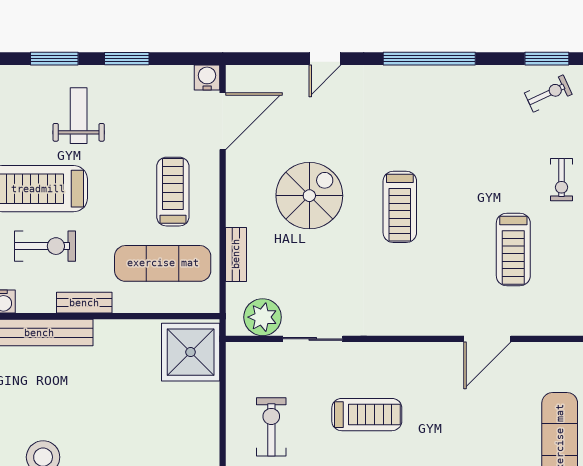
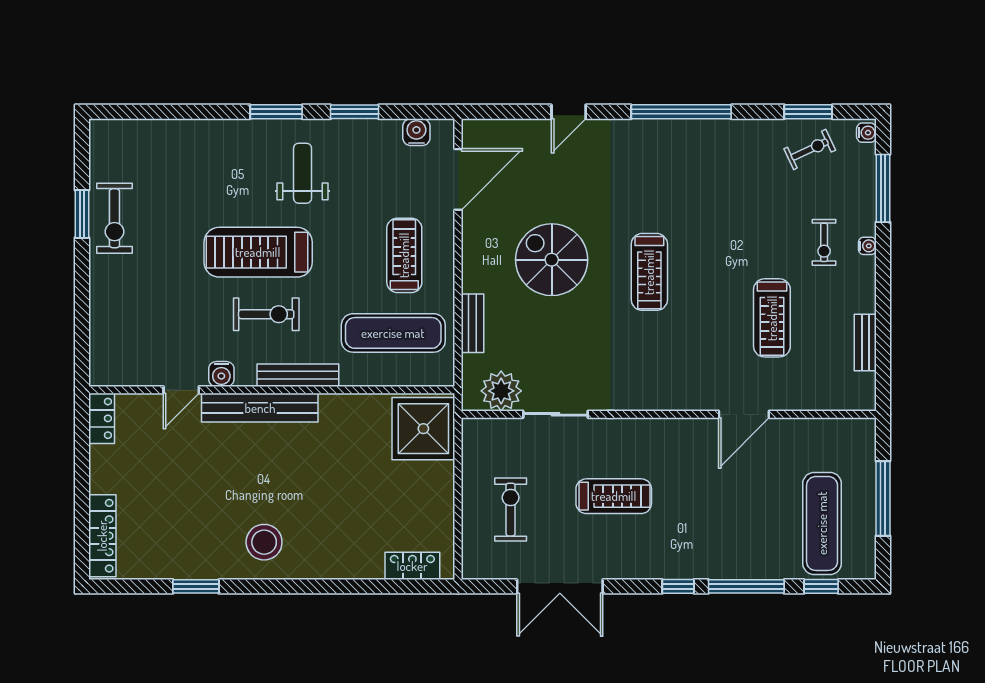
water cooler: (207, 77) -> (416, 132), moved
spiral stairs: (309, 196) -> (552, 260), turned -90
bench: (84, 303) -> (298, 375), width x1.36

